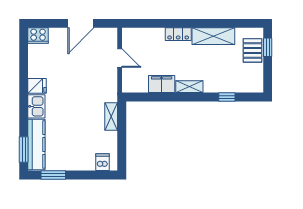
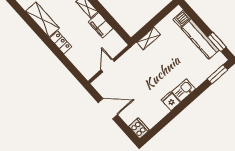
kitchen counter: (36, 145) -> (200, 39), moved, turned -90

